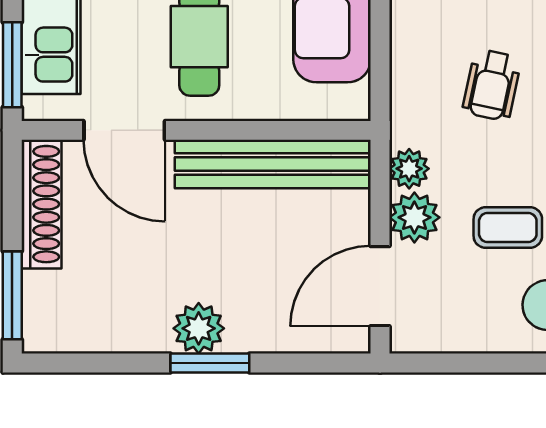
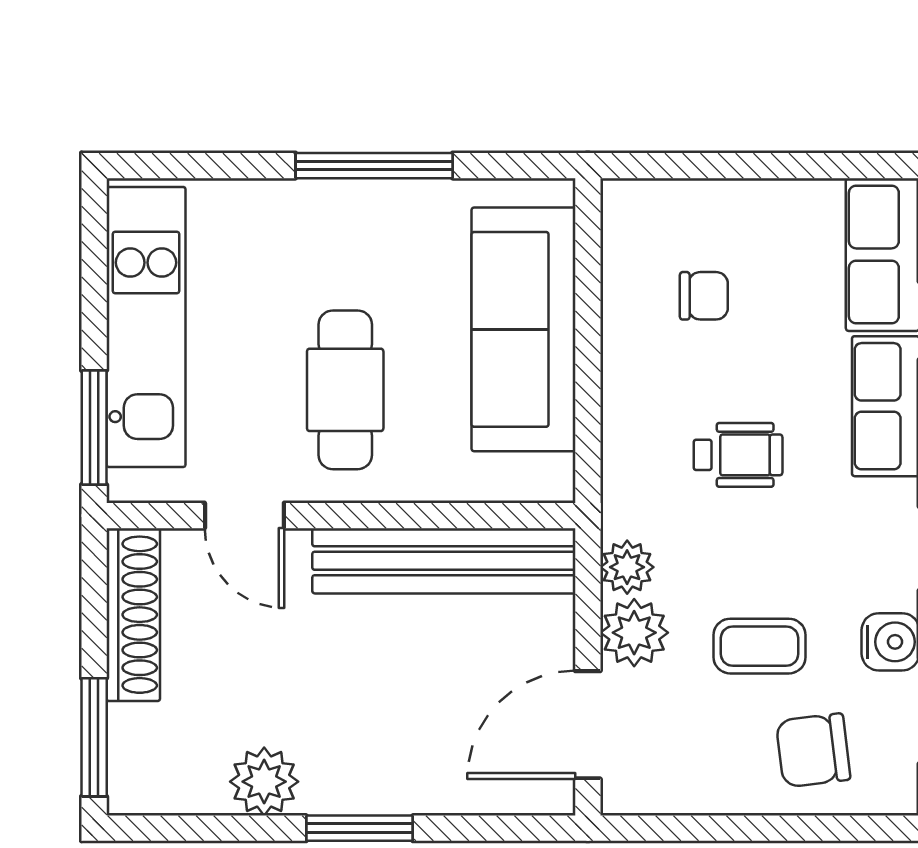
wheelchair: (492, 85) -> (738, 455), turned -102
door: (124, 130) -> (244, 516), width x0.73
plant: (199, 328) -> (264, 782), moved

